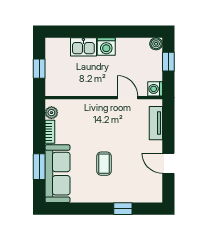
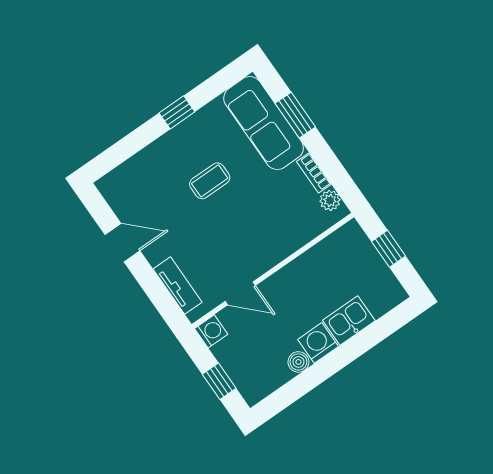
boiler: (156, 44) -> (298, 362), moved
coffee table: (104, 164) -> (210, 181), turned 90
window: (123, 209) -> (177, 112), moved

